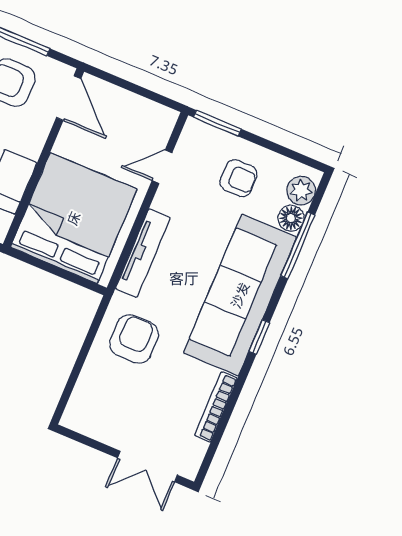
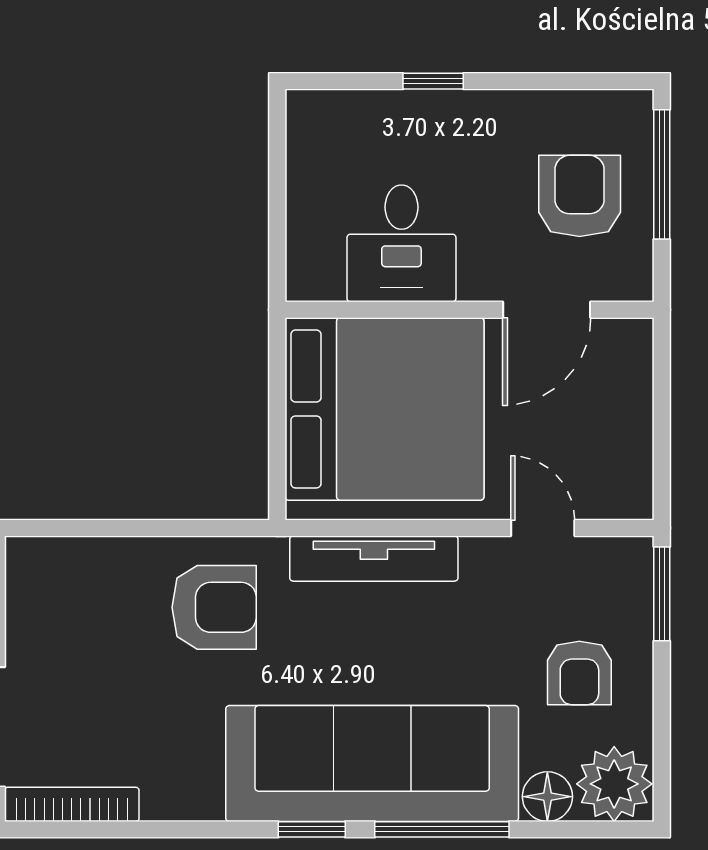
door: (69, 98) -> (547, 310), moved
plant: (301, 191) -> (614, 784), width x1.36, depth x1.36
window: (298, 245) -> (442, 829), moved
bookcase: (216, 407) -> (72, 804), moved

